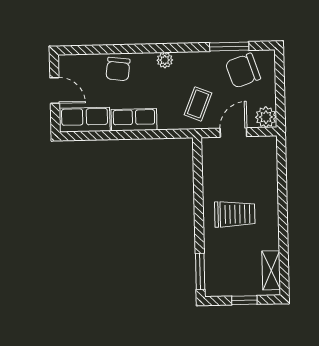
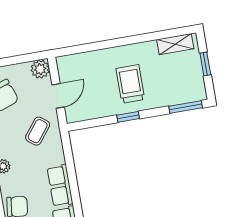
coffee table: (198, 104) -> (38, 131), turned -74
door: (233, 132) -> (58, 96), swing flipped
window: (199, 206) -> (128, 117), added

